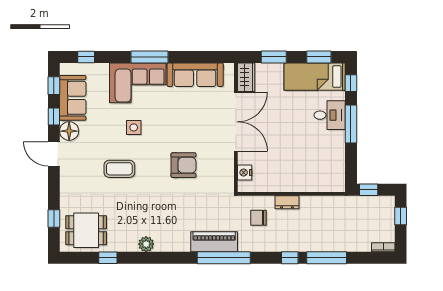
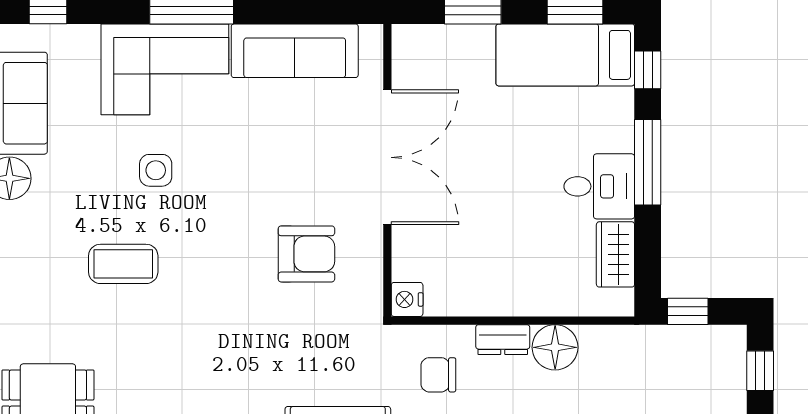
wardrobe: (246, 77) -> (615, 254), moved, turned 180
desk: (330, 115) -> (599, 186), moved
armchair: (184, 165) -> (306, 254), moved
nightstand: (245, 172) -> (407, 299), moved
floor lamp: (310, 206) -> (555, 347), added

